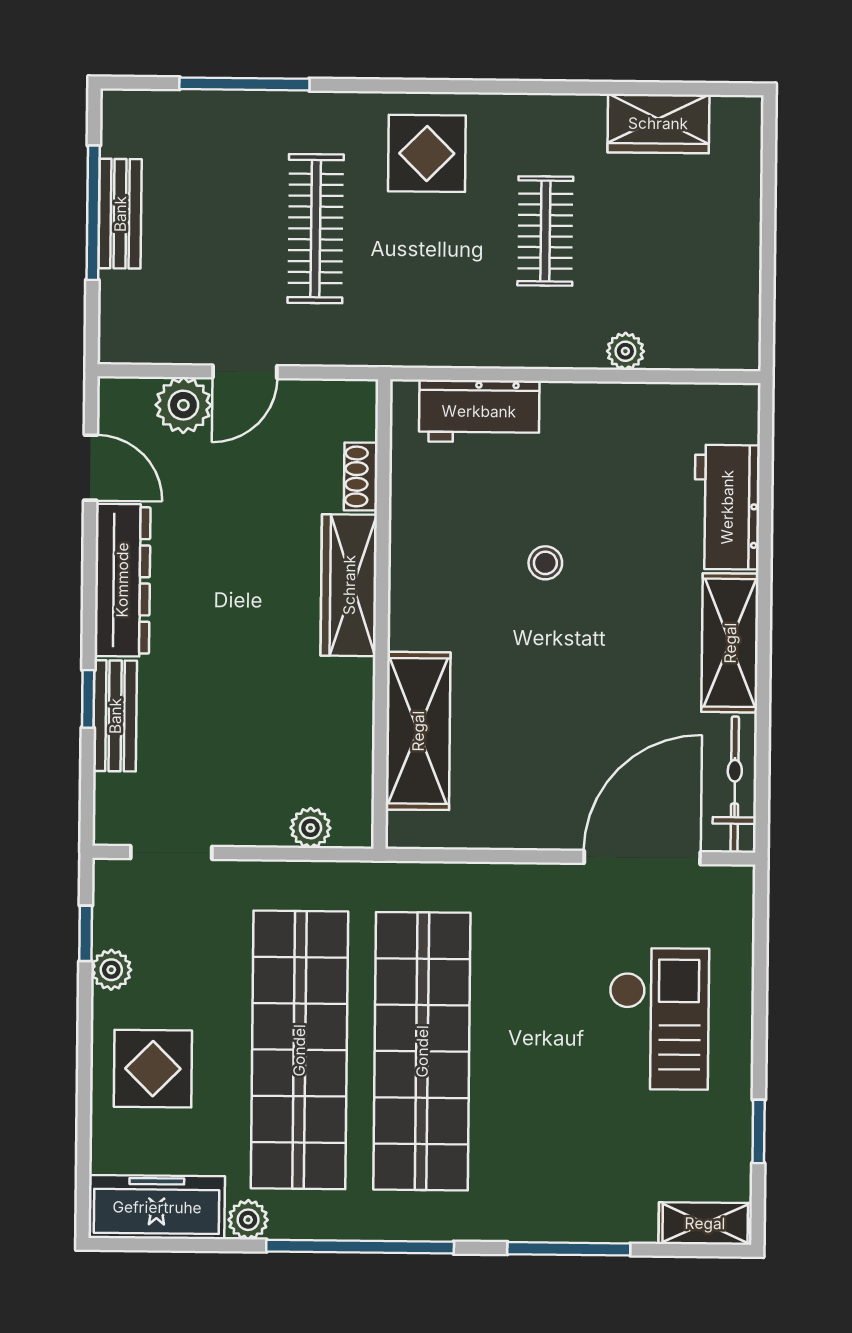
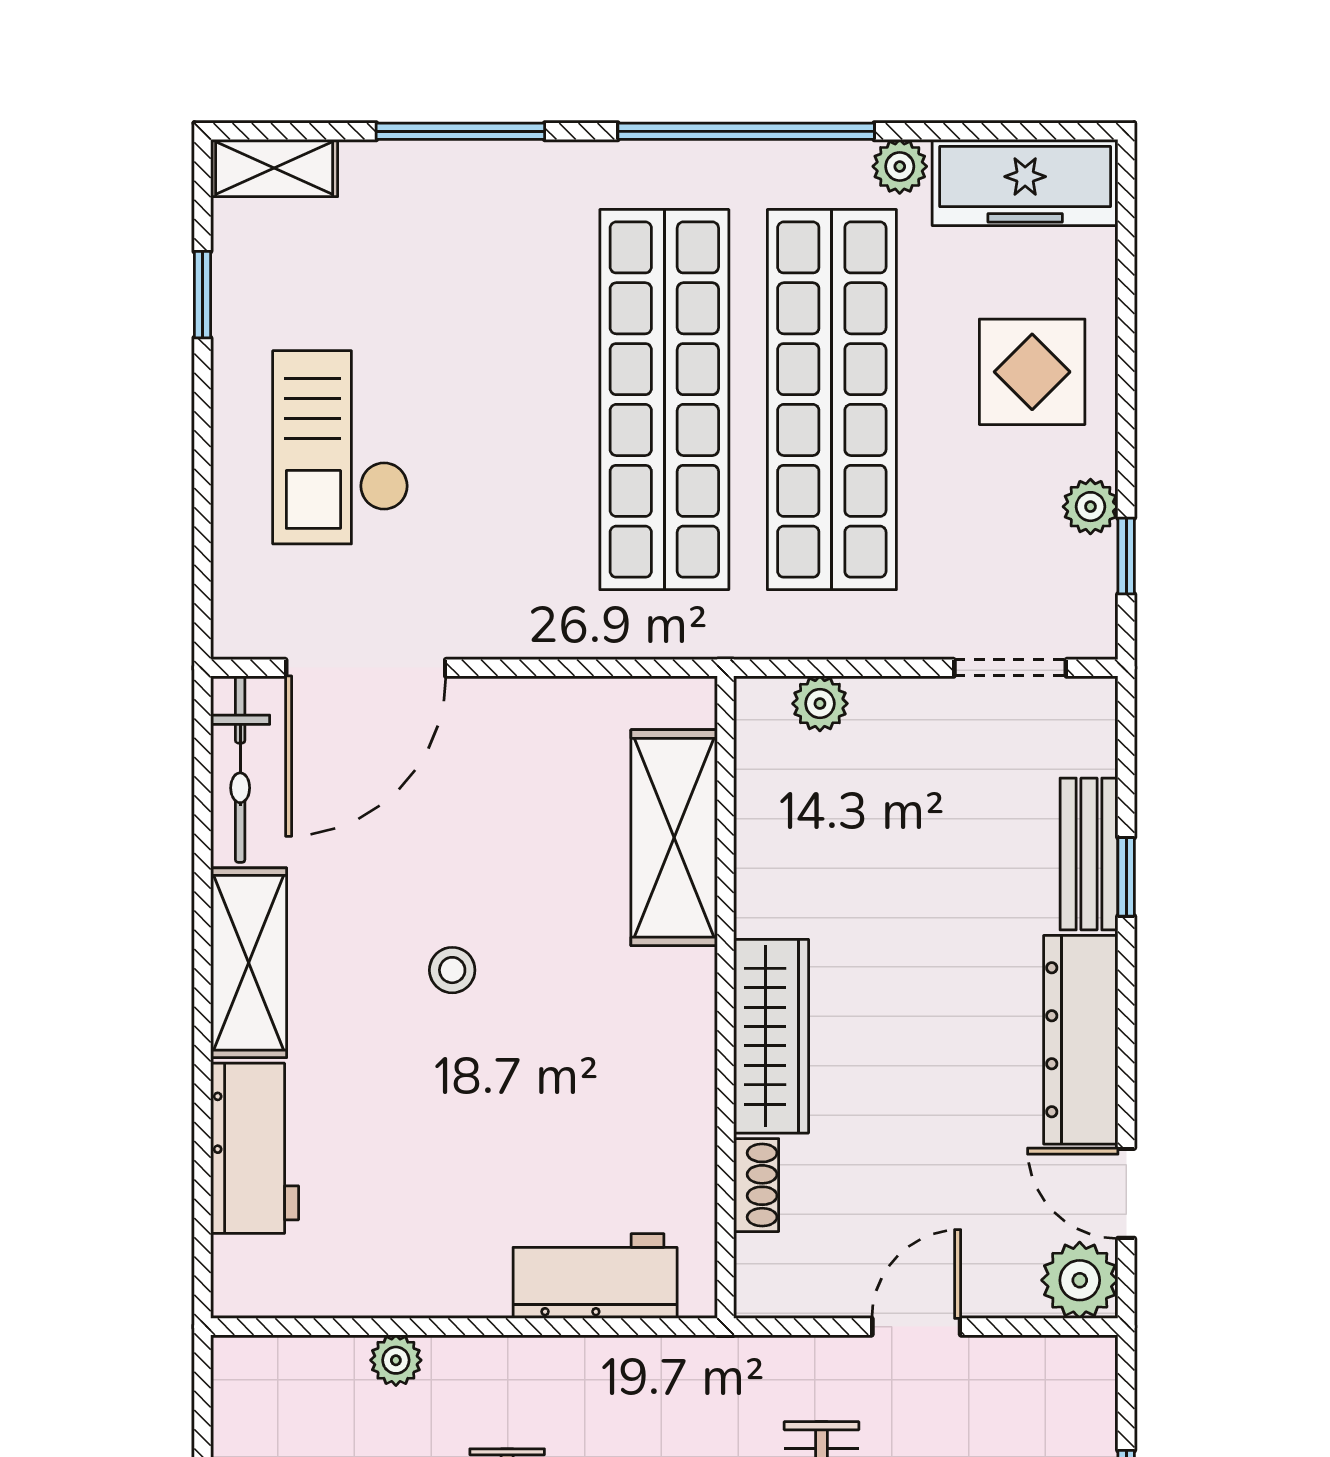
plant: (183, 405) -> (1080, 1280), moved
stool: (545, 563) -> (452, 970), moved

